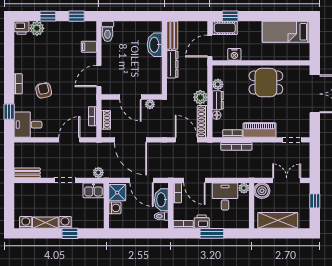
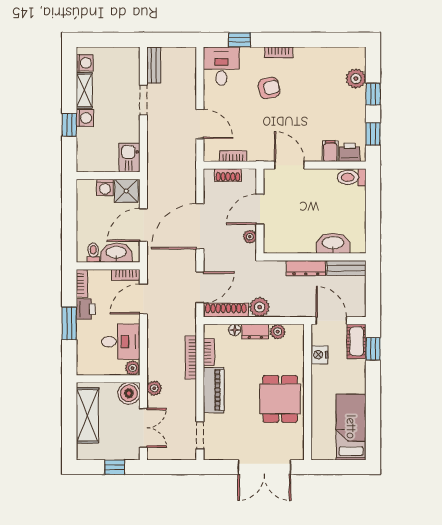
printer: (21, 28) -> (350, 152), moved, turned 90
door: (130, 140) -> (200, 226), moved
plant: (98, 173) -> (154, 388), moved
doorway: (65, 180) -> (143, 100), moved

